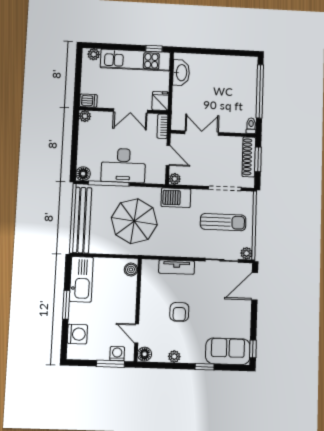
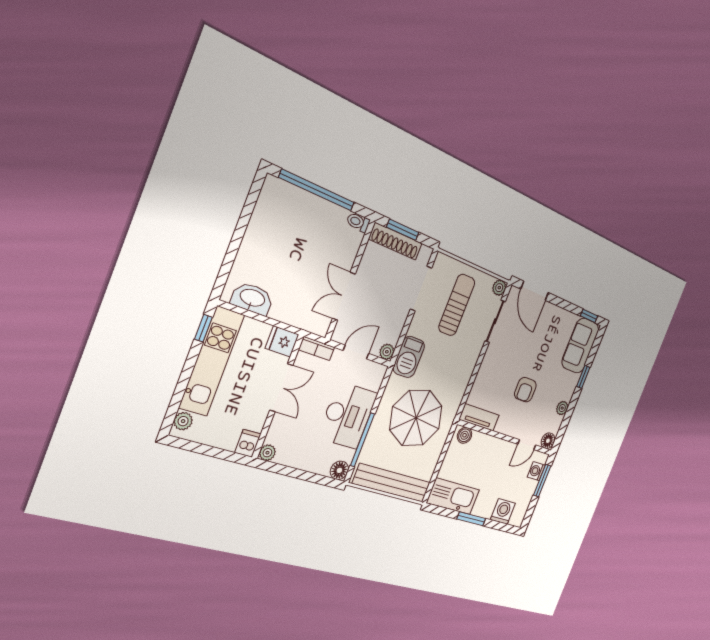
tv unit: (177, 267) -> (479, 417), moved, turned -90
armchair: (179, 312) -> (525, 390), turned 90

